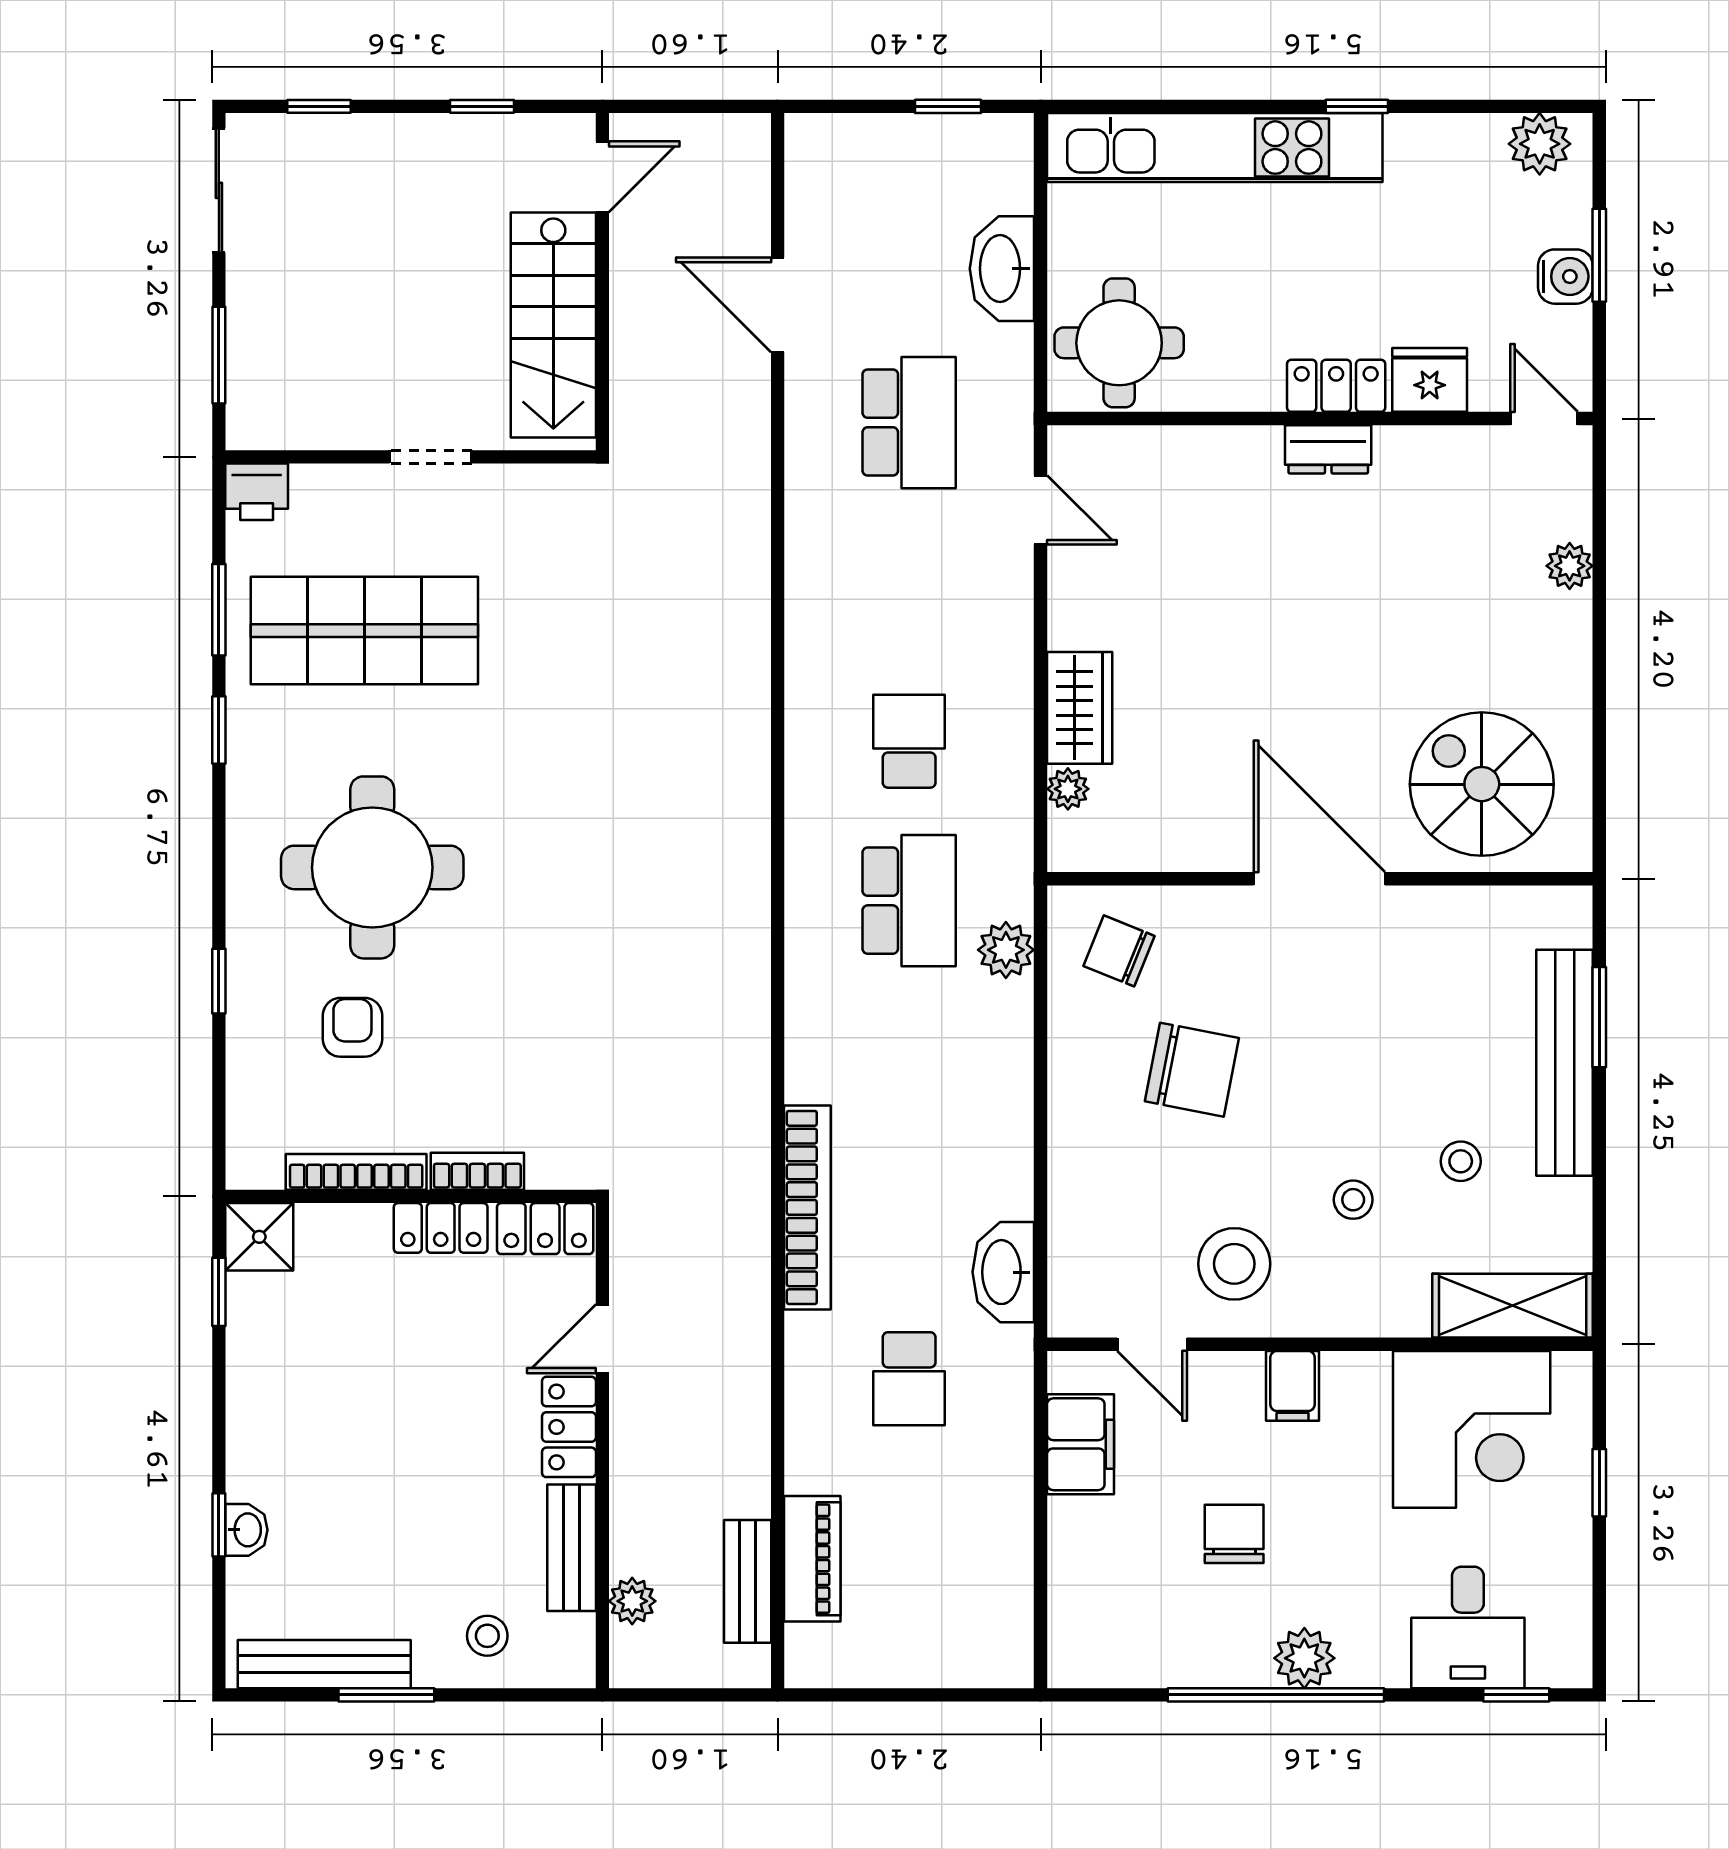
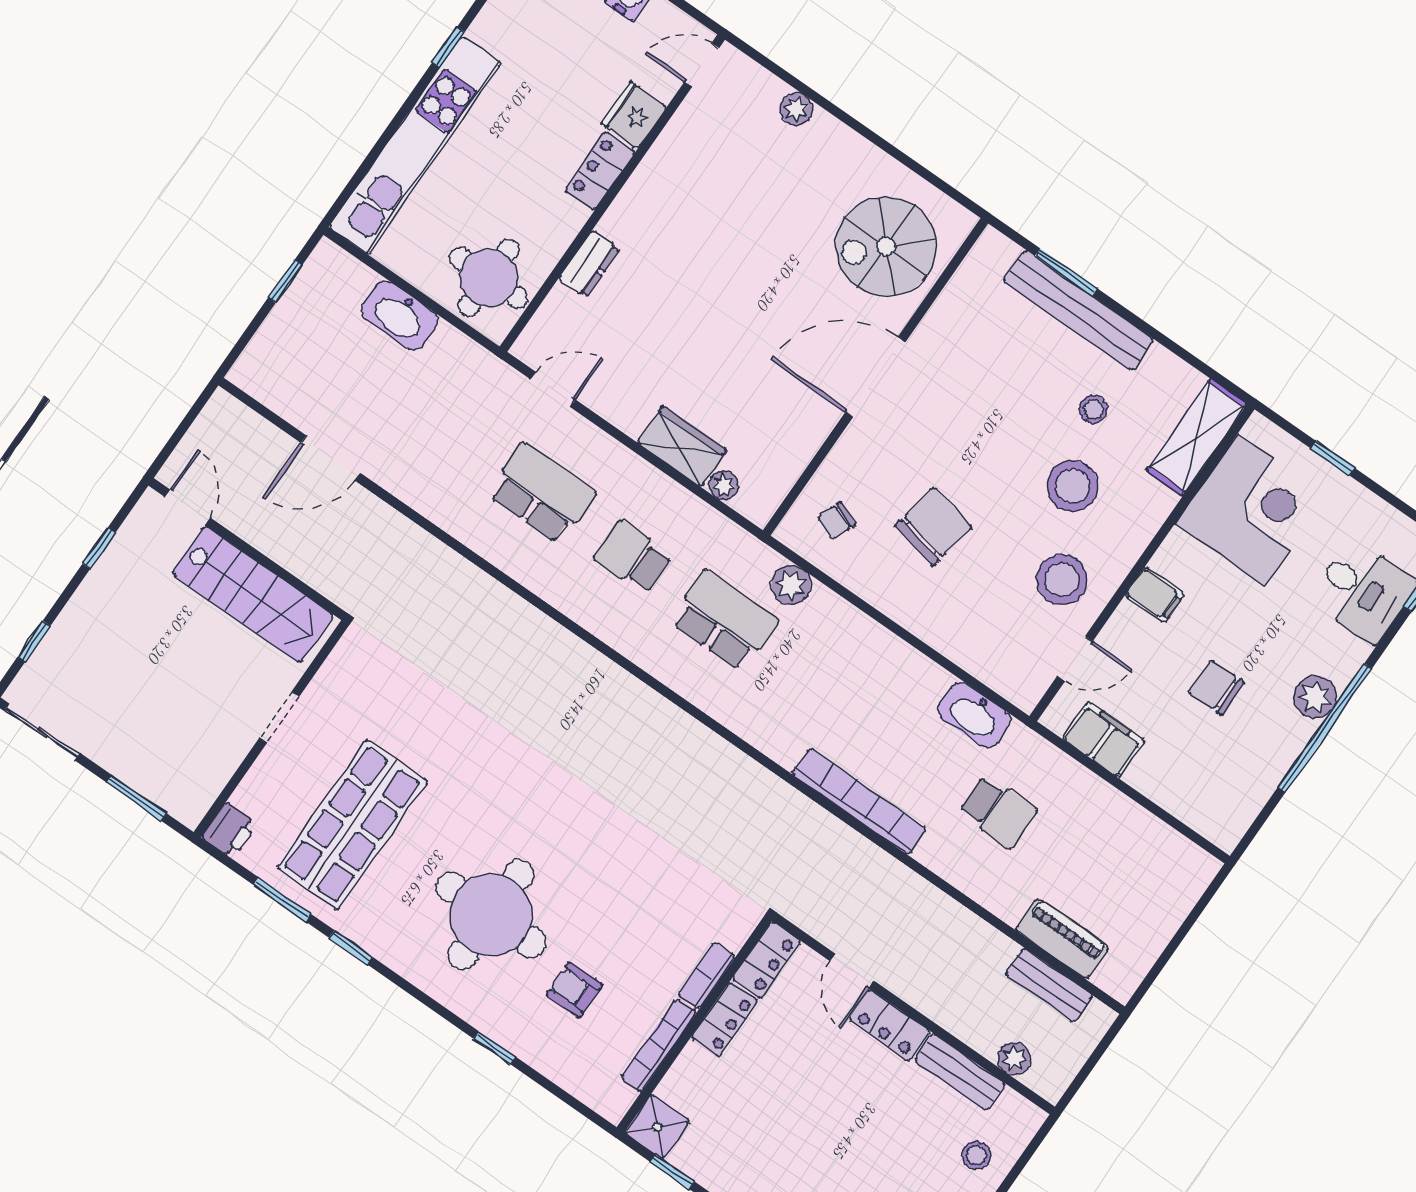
school desk: (909, 423) -> (542, 493), moved
dresser: (1328, 449) -> (589, 264), moved
chair: (1119, 951) -> (837, 521), width x0.73, depth x0.73
stool: (1353, 1200) -> (1072, 486), width x1.89, depth x1.89

